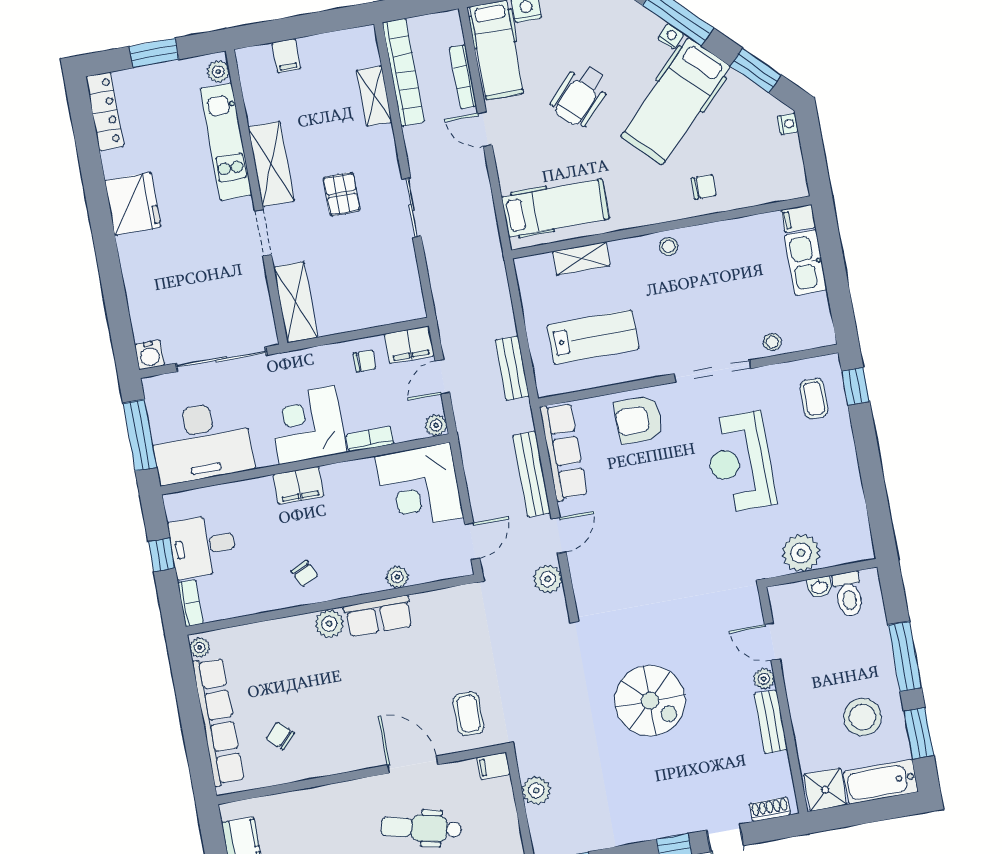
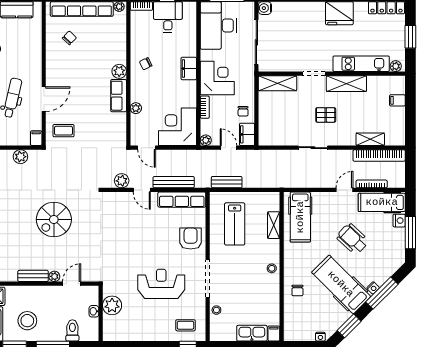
toilet: (848, 594) -> (72, 330), moved, turned 90

